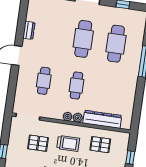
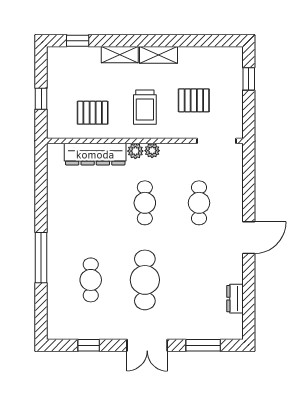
dresser: (29, 30) -> (235, 299), moved
cafe table: (116, 44) -> (91, 280), width x0.73, depth x0.74
trolley: (68, 143) -> (145, 107), turned -90

